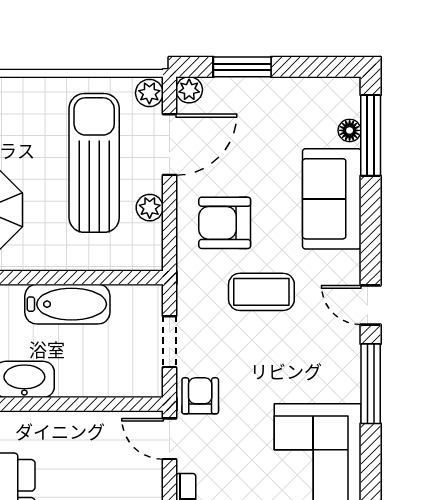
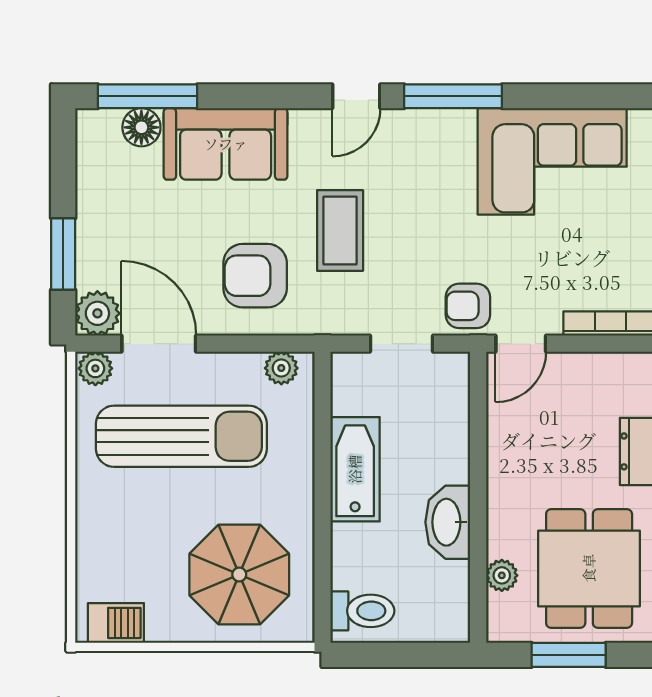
plant: (189, 90) -> (97, 313), width x1.38, depth x1.38
floor lamp: (350, 130) -> (141, 127), width x1.37, depth x1.37
sun lounger: (94, 163) -> (181, 436), turned 180
plant: (150, 208) -> (281, 368), moved
armchair: (225, 223) -> (255, 276), turned 90

